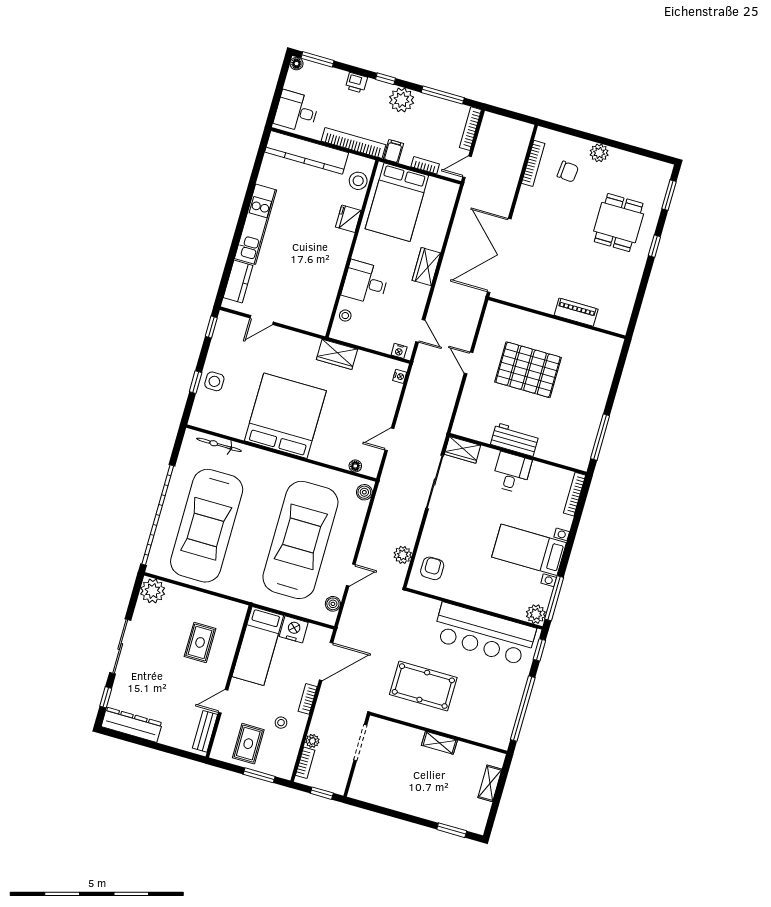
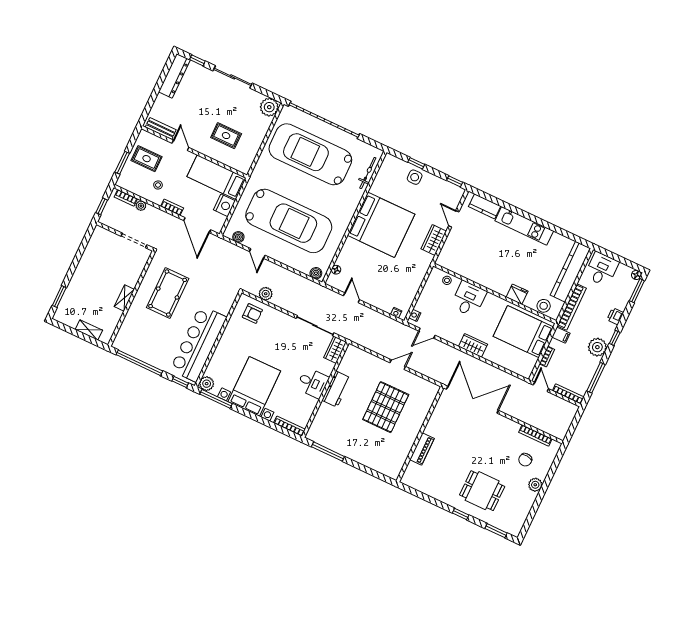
wardrobe: (337, 354) -> (434, 240), moved
bed with nightstands: (529, 550) -> (254, 386), width x1.36

